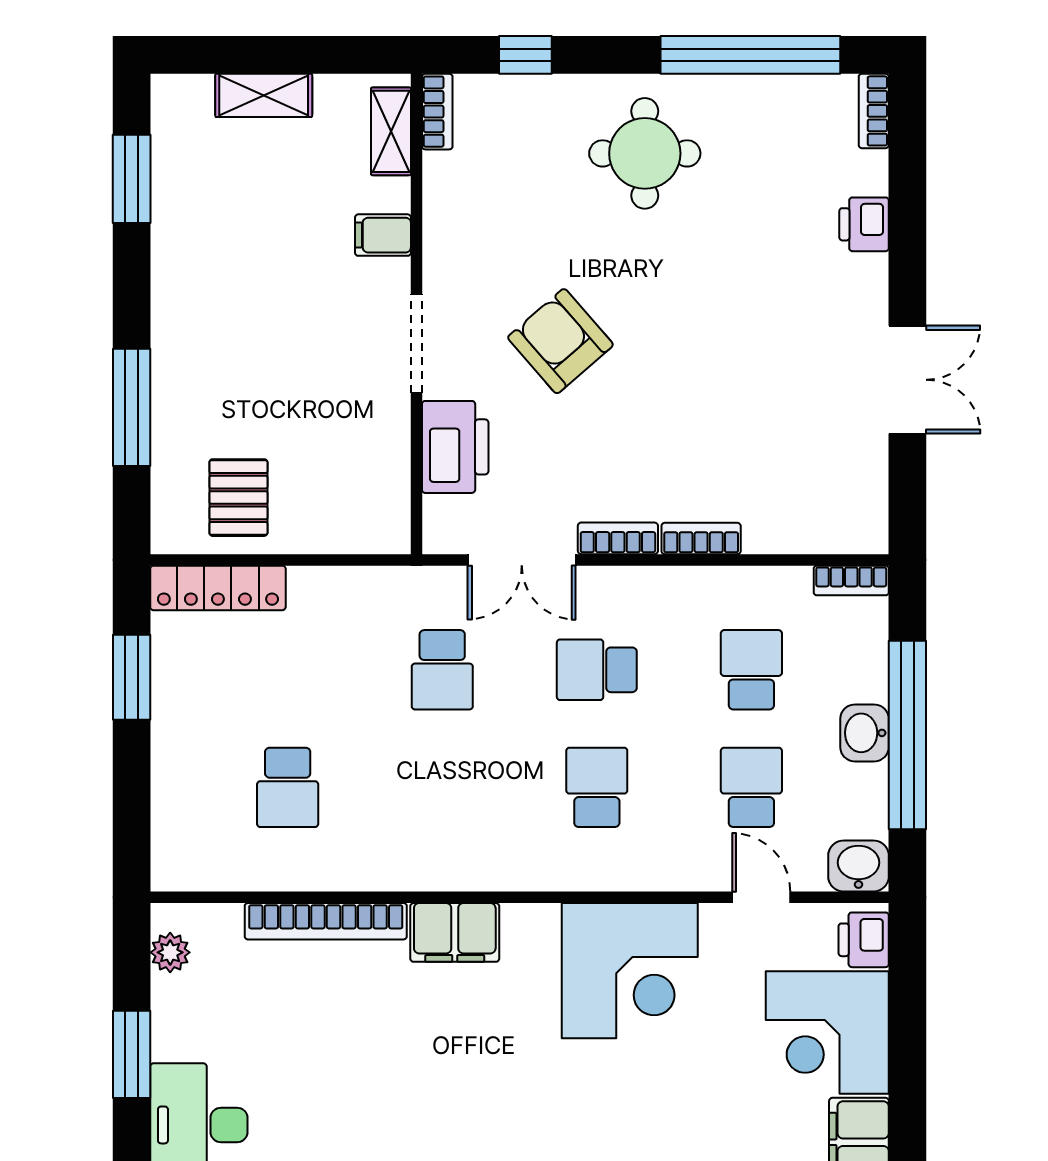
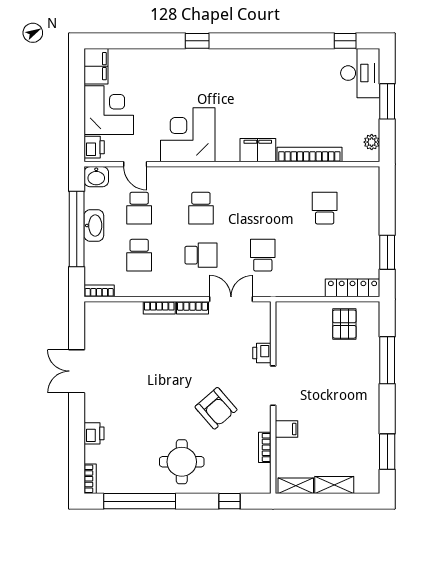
bookcase: (437, 112) -> (265, 447), moved
shelving: (391, 131) -> (296, 486), moved, turned 90
armchair: (560, 341) -> (216, 408), moved
printer: (455, 447) -> (262, 353), width x0.53, depth x0.68
washbasin: (865, 733) -> (94, 226), width x1.38

